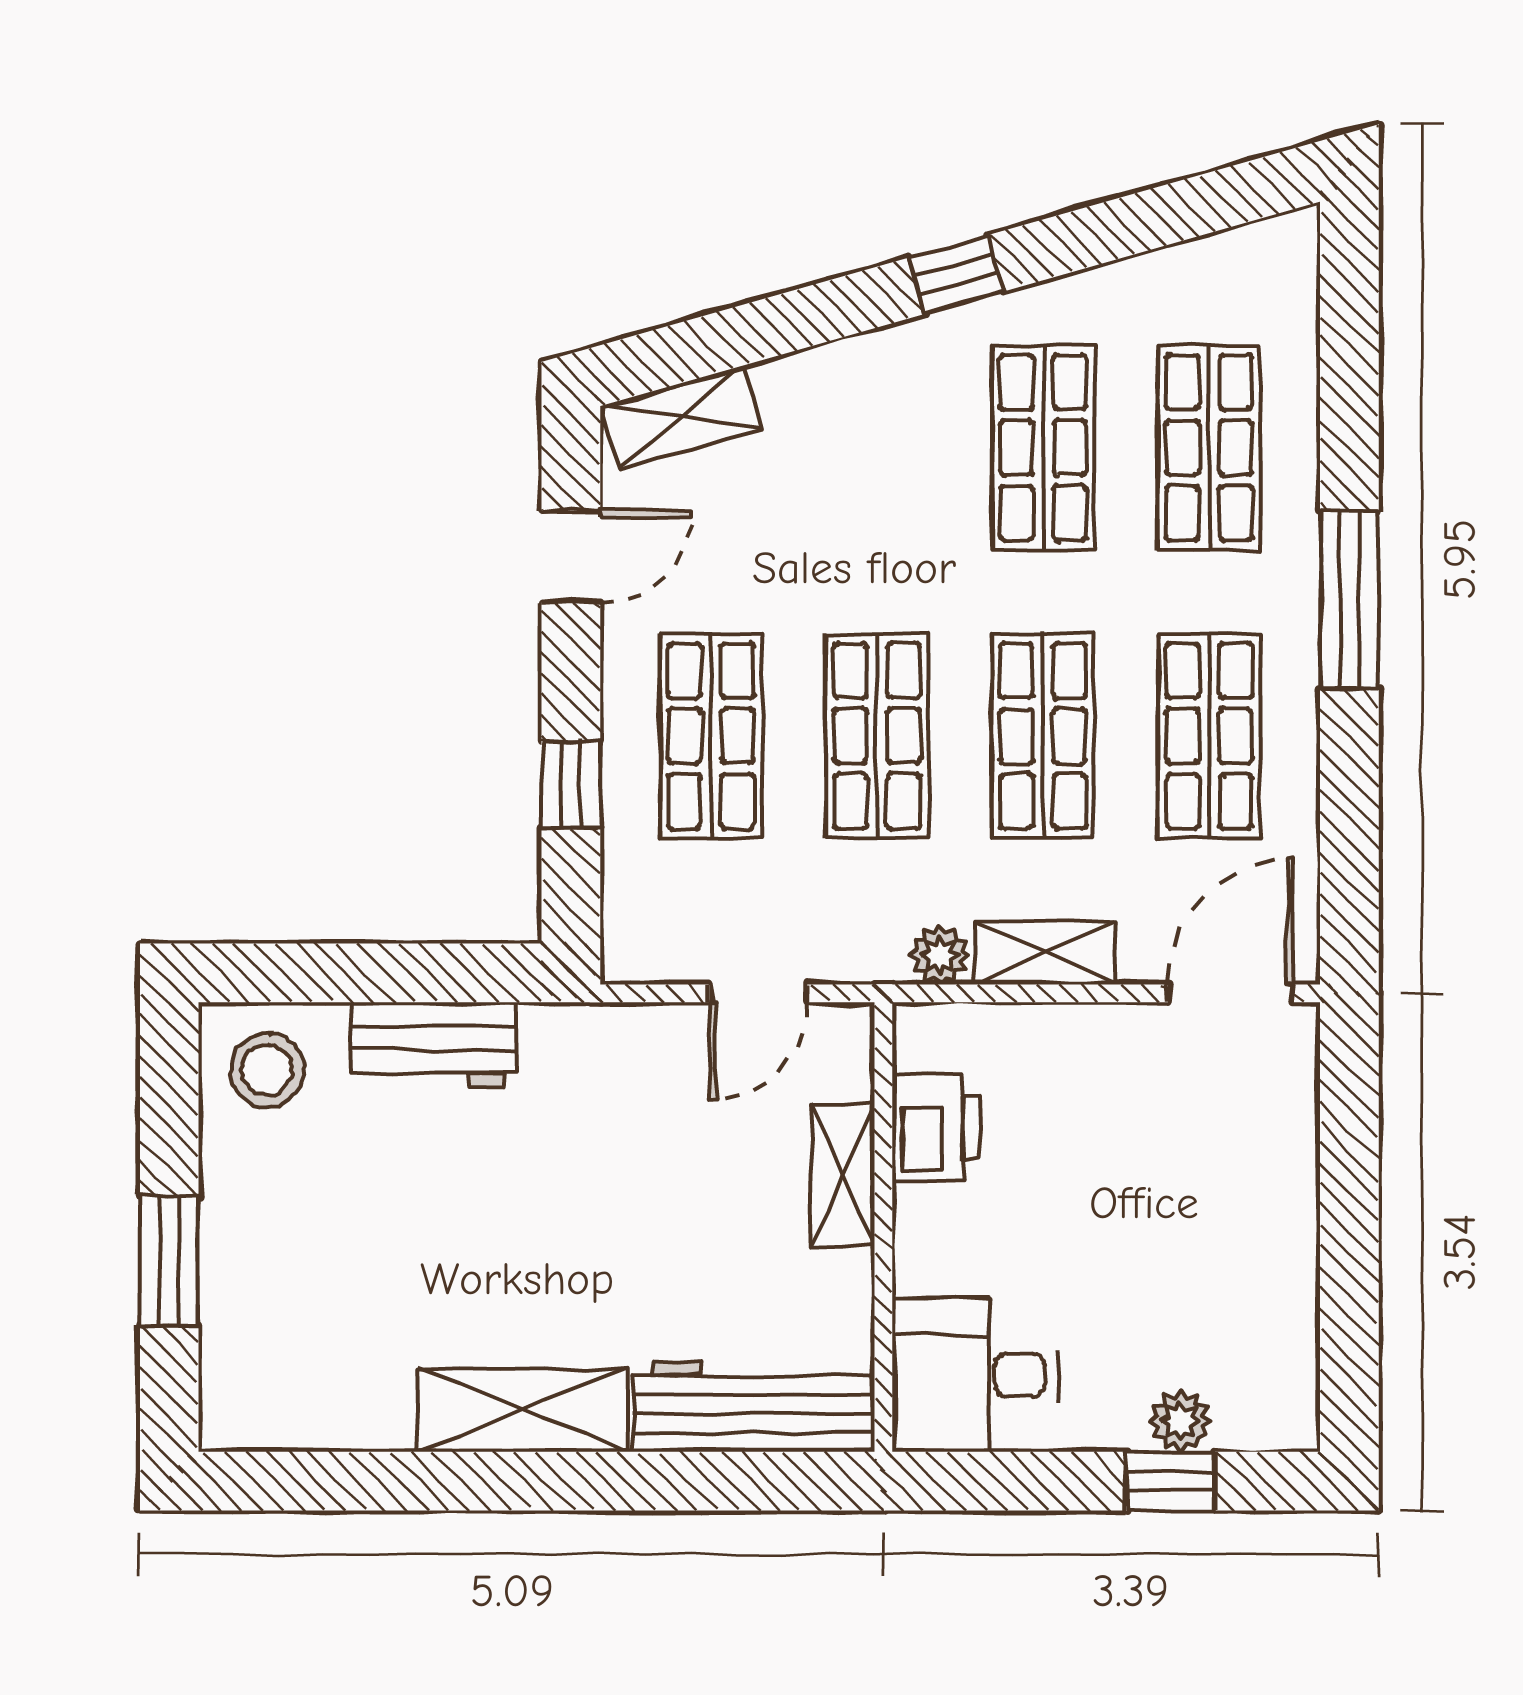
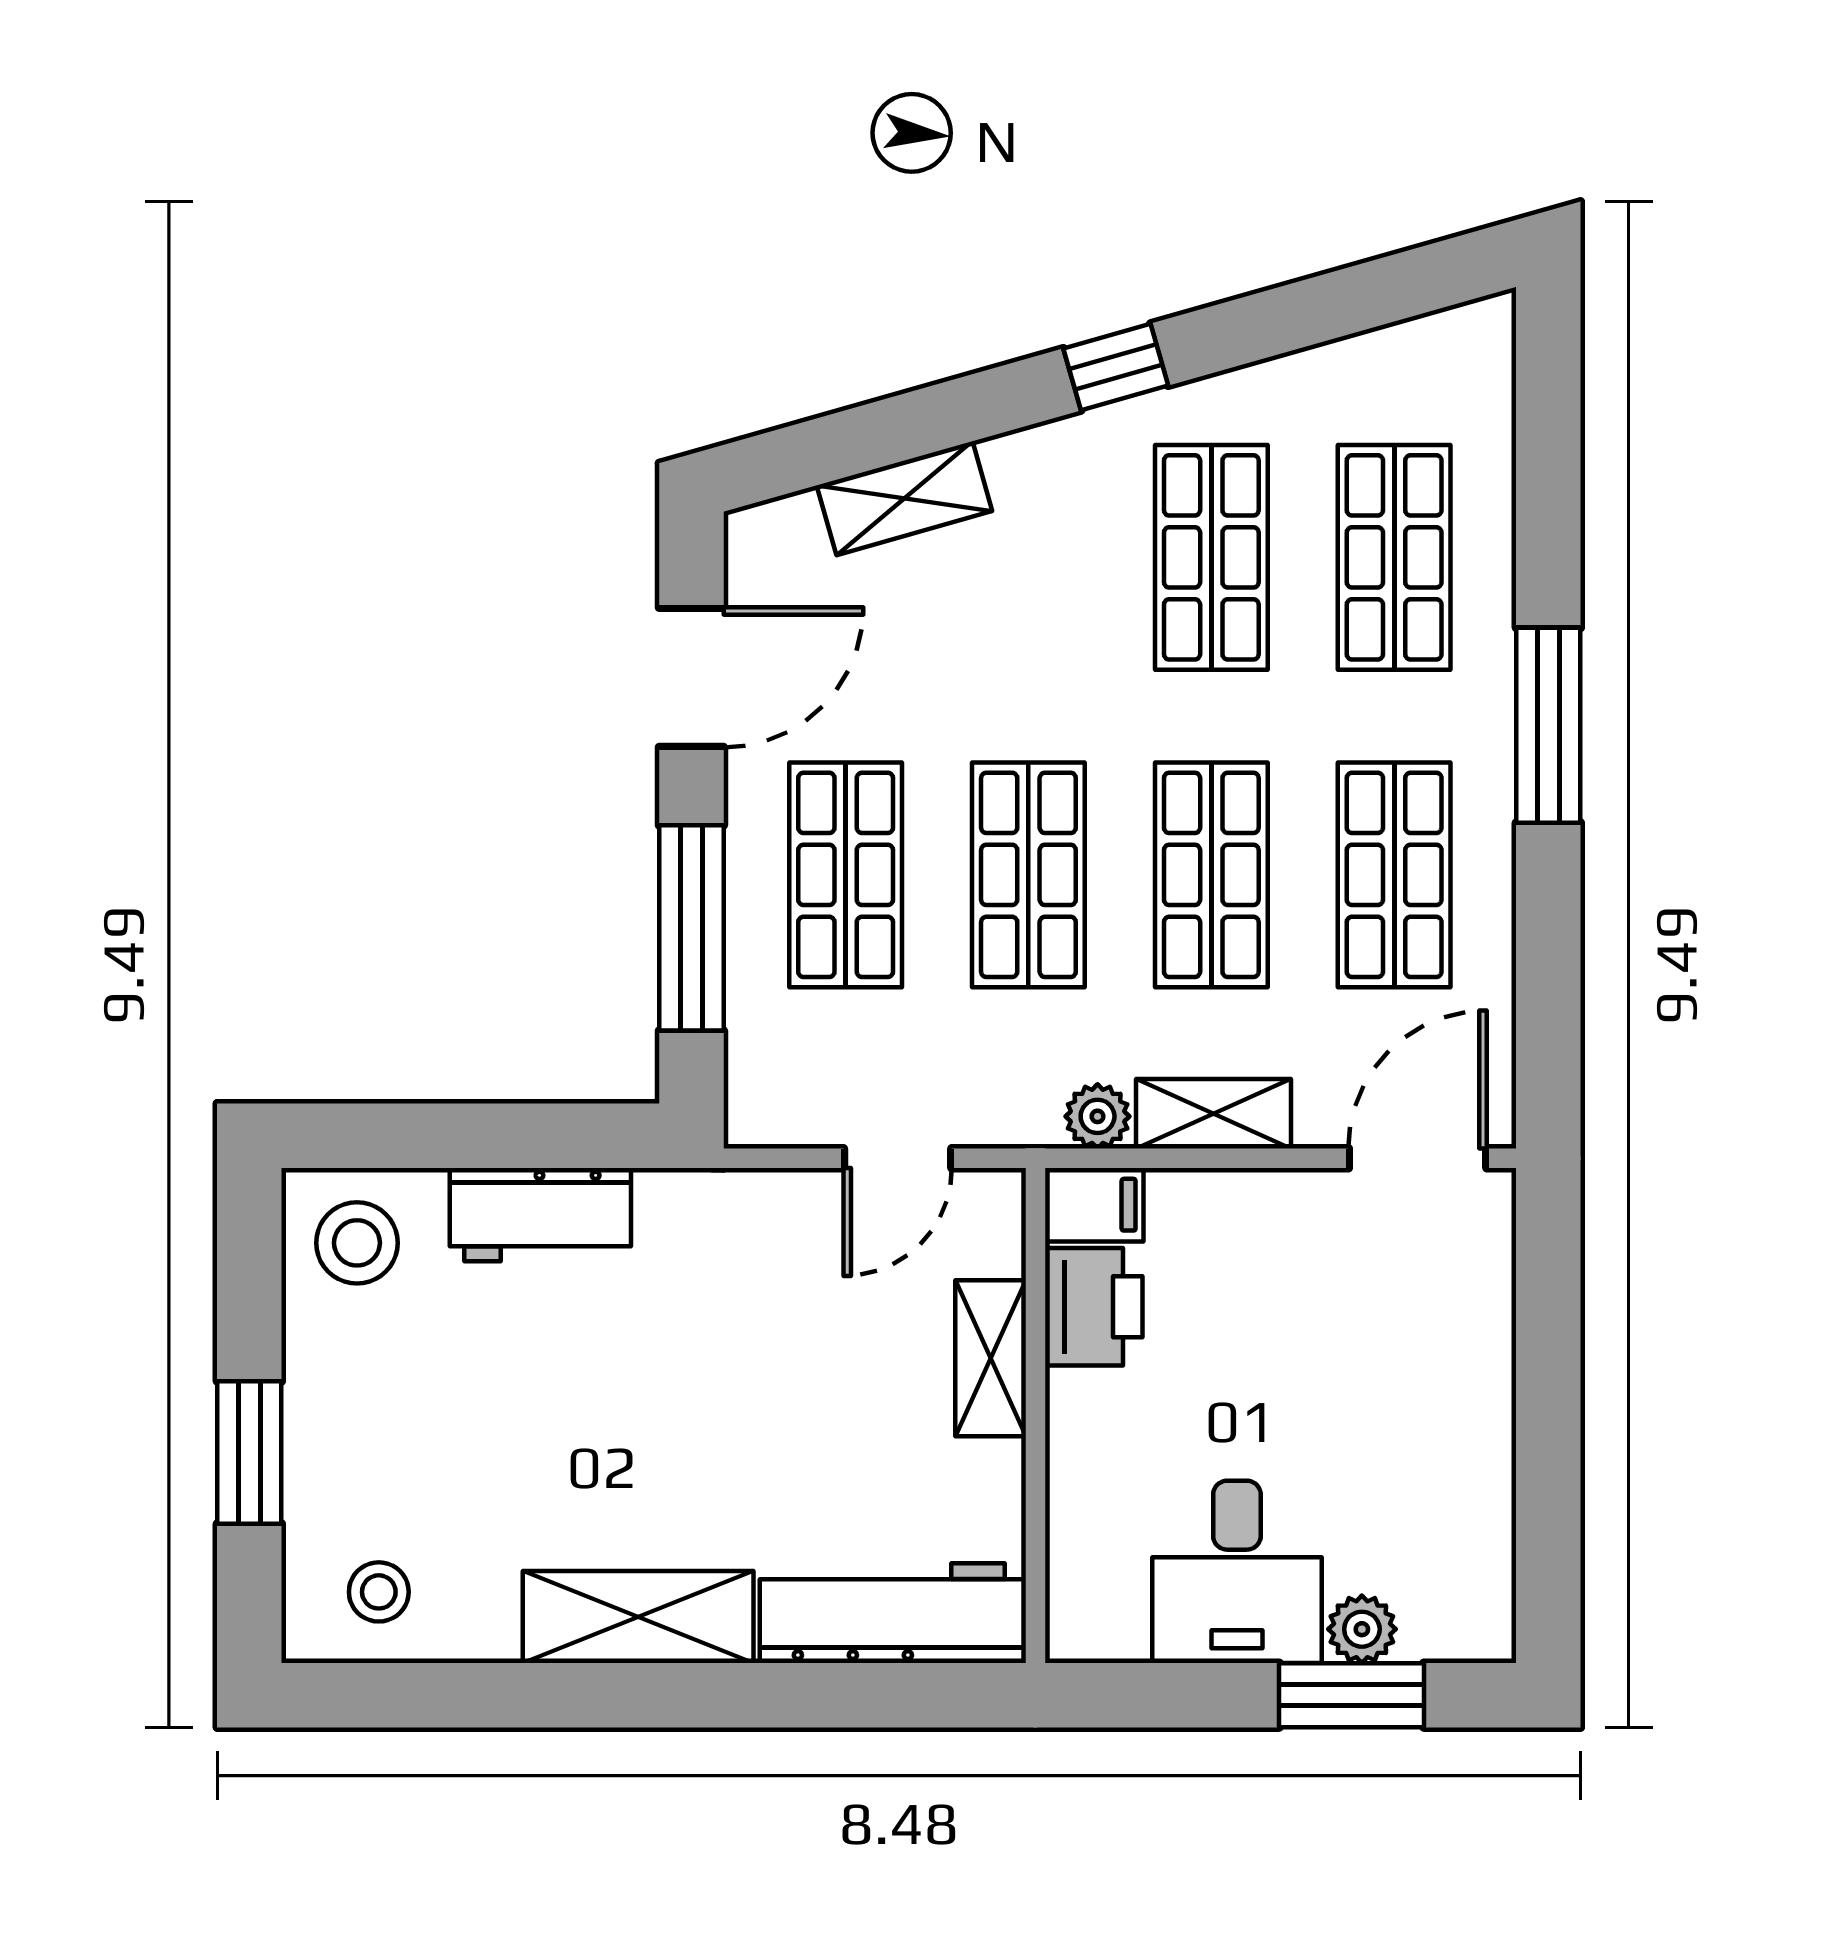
shelving: (682, 417) -> (904, 498), moved
door: (571, 556) -> (691, 677), width x1.38
window: (571, 784) -> (691, 928), width x2.17
filing cabinet: (937, 1036) -> (1094, 1205), added
desk: (975, 1375) -> (1237, 1572), moved, turned -90
stool: (287, 1387) -> (379, 1592), added
window: (1171, 1481) -> (1351, 1695), width x1.50

